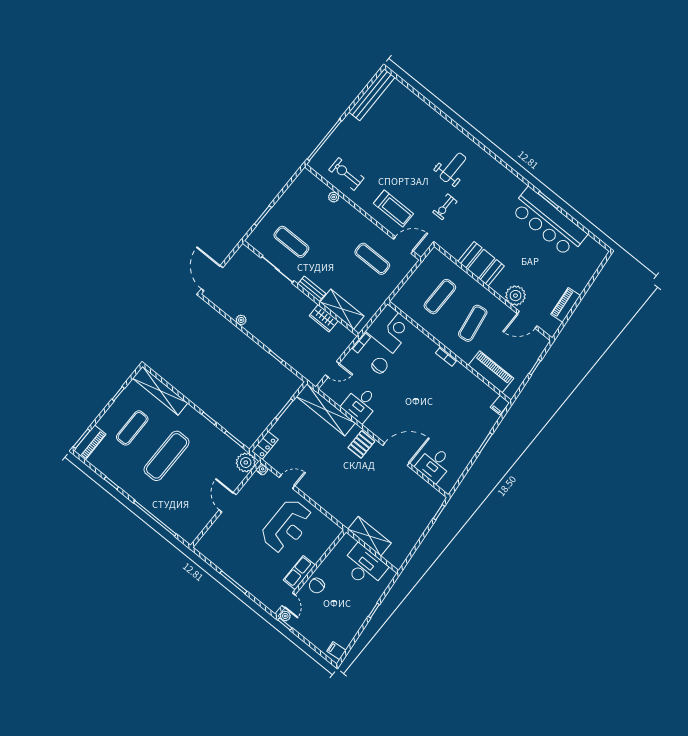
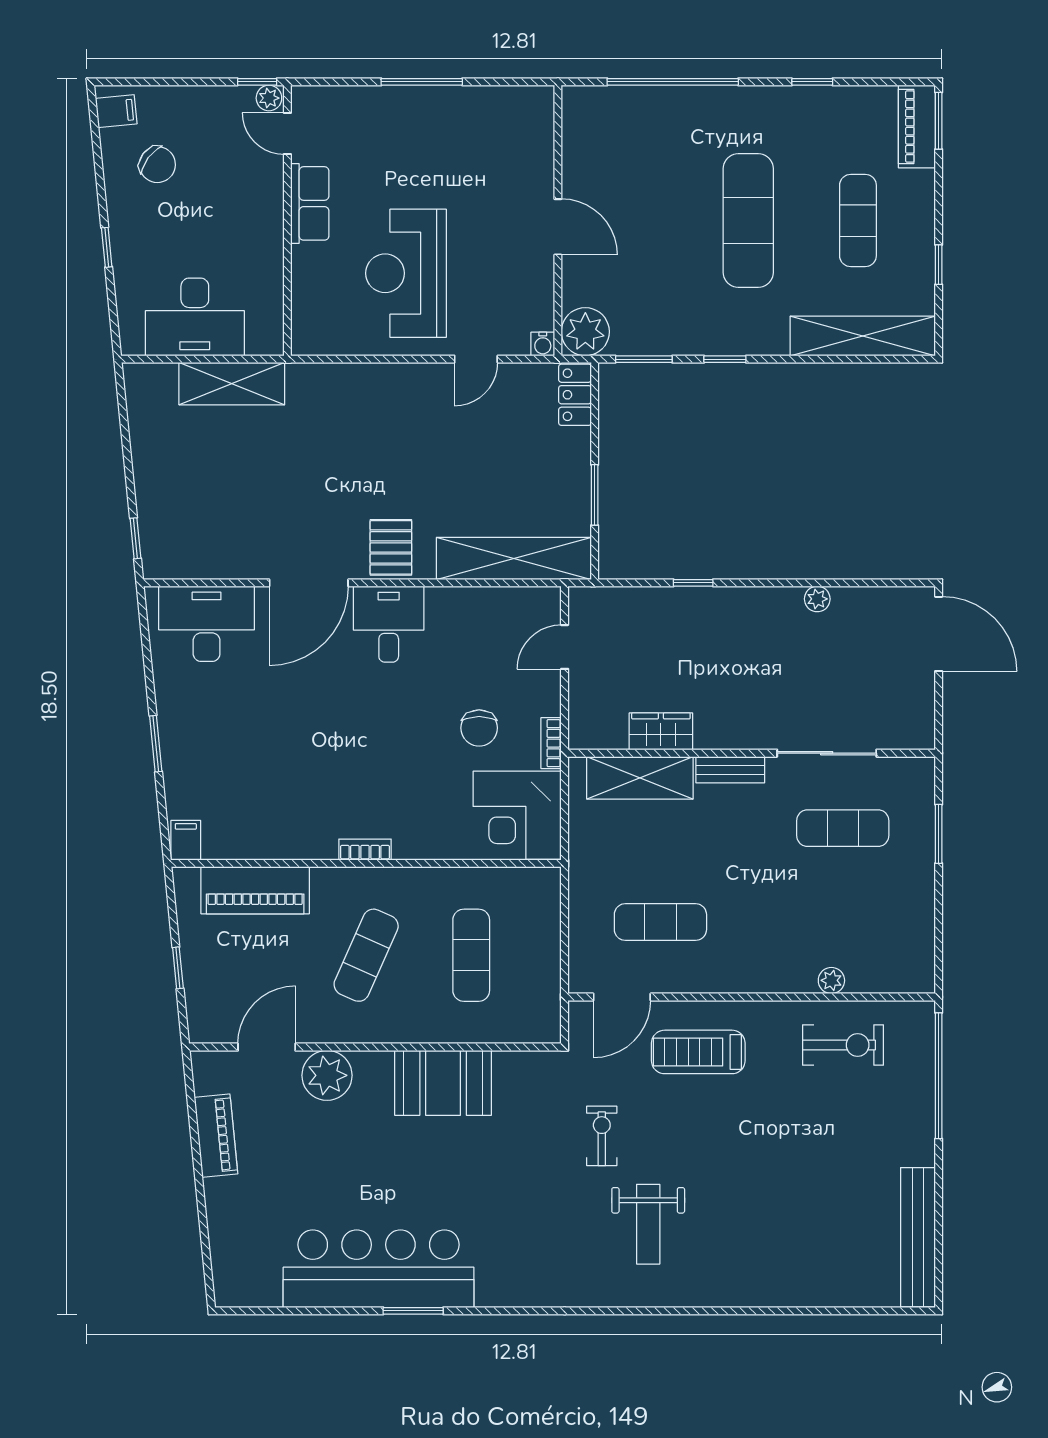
exercise mat: (473, 323) -> (366, 955), turned 33
desk: (361, 404) -> (389, 624), moved
desk: (434, 464) -> (207, 624), width x1.37
chair: (317, 586) -> (157, 165), moved, turned 127

